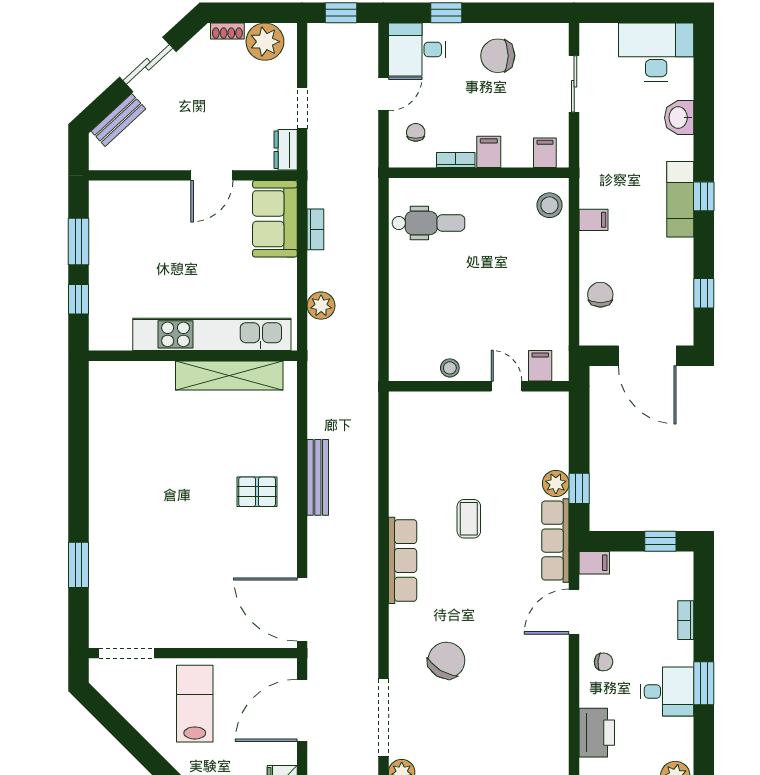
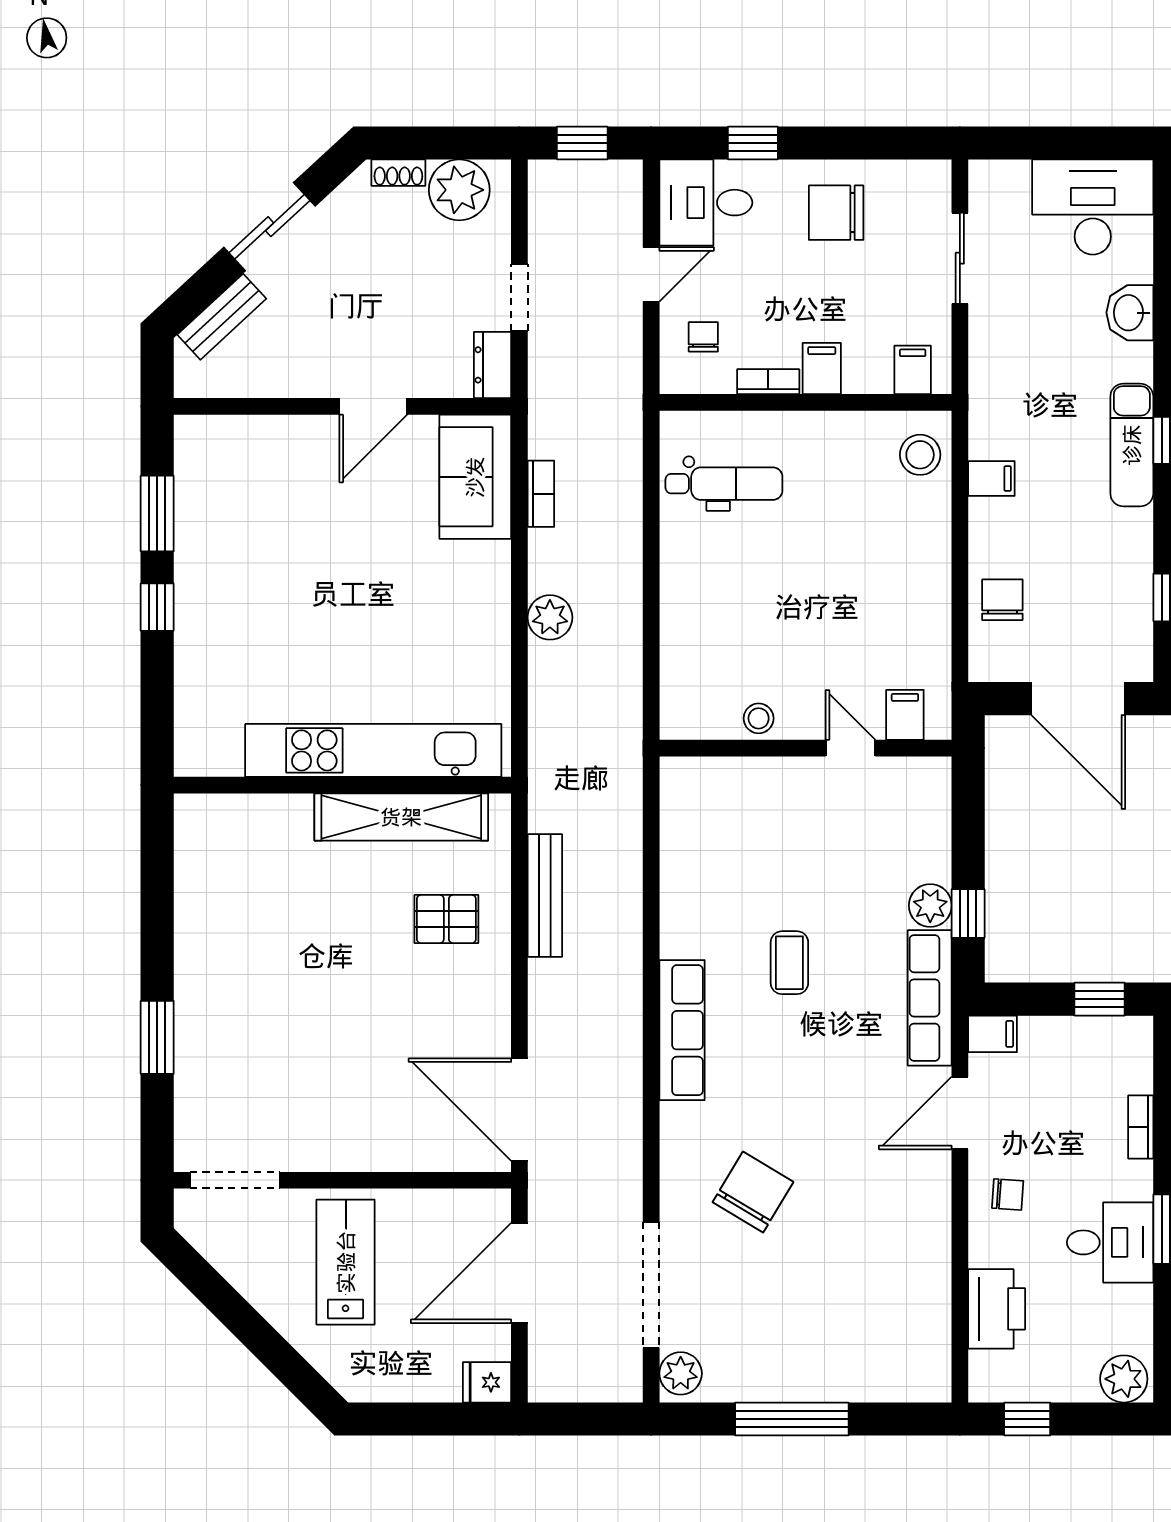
kitchen unit: (212, 334) -> (373, 750), moved
wall: (193, 356) -> (342, 785), moved
shelving: (229, 375) -> (401, 817), moved

